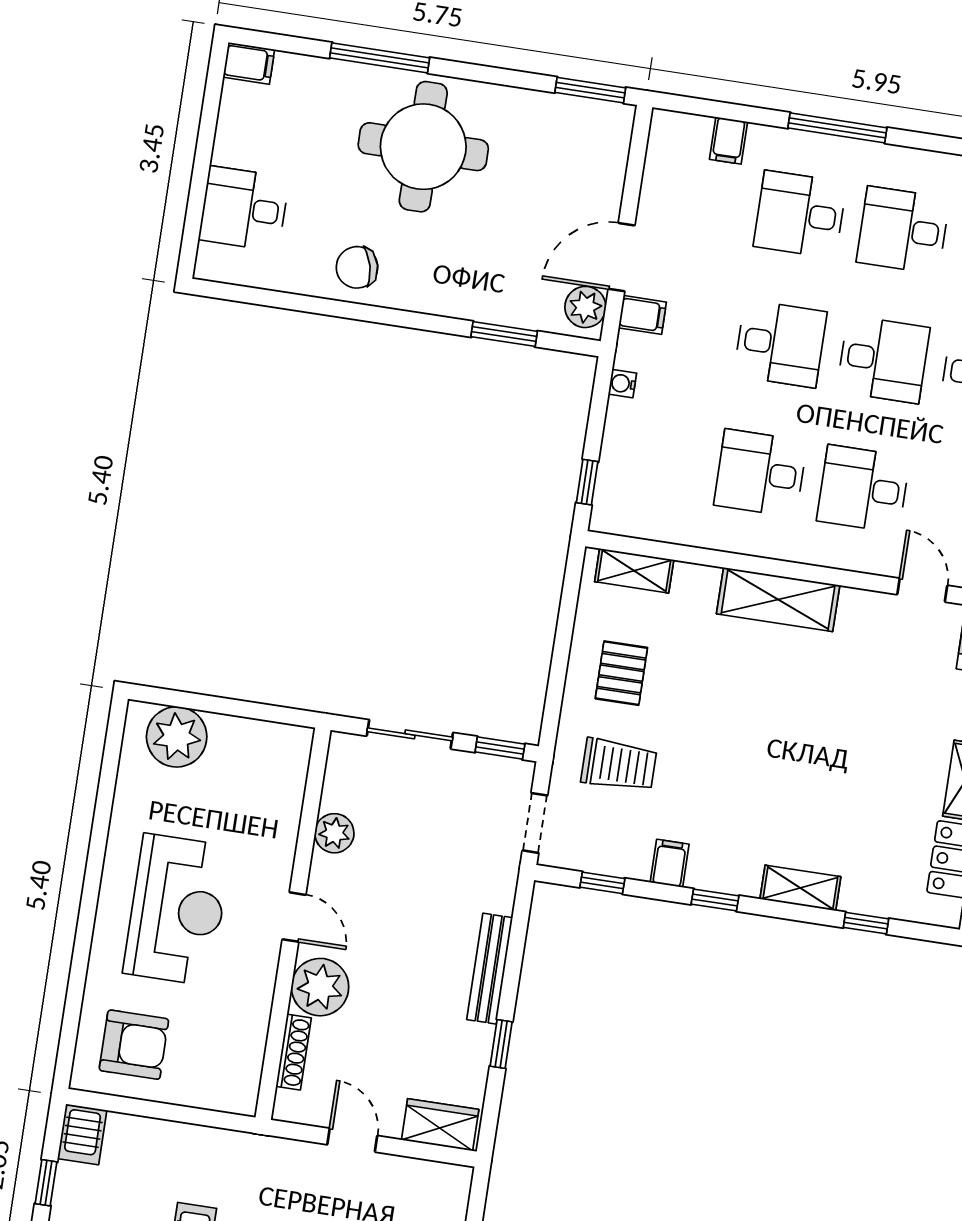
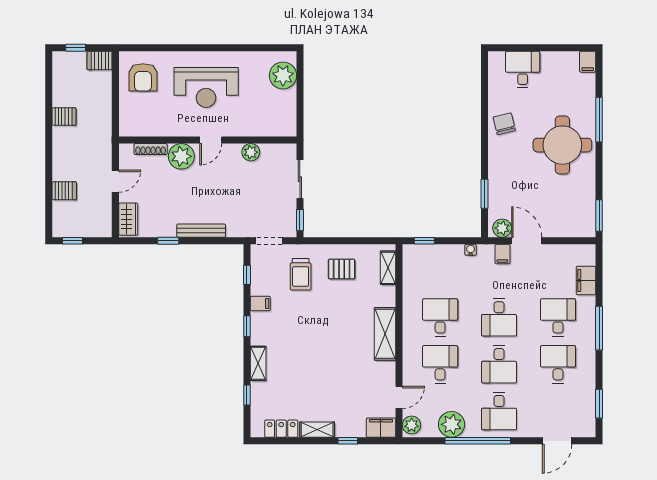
filing cabinet: (729, 141) -> (586, 280), width x2.00

